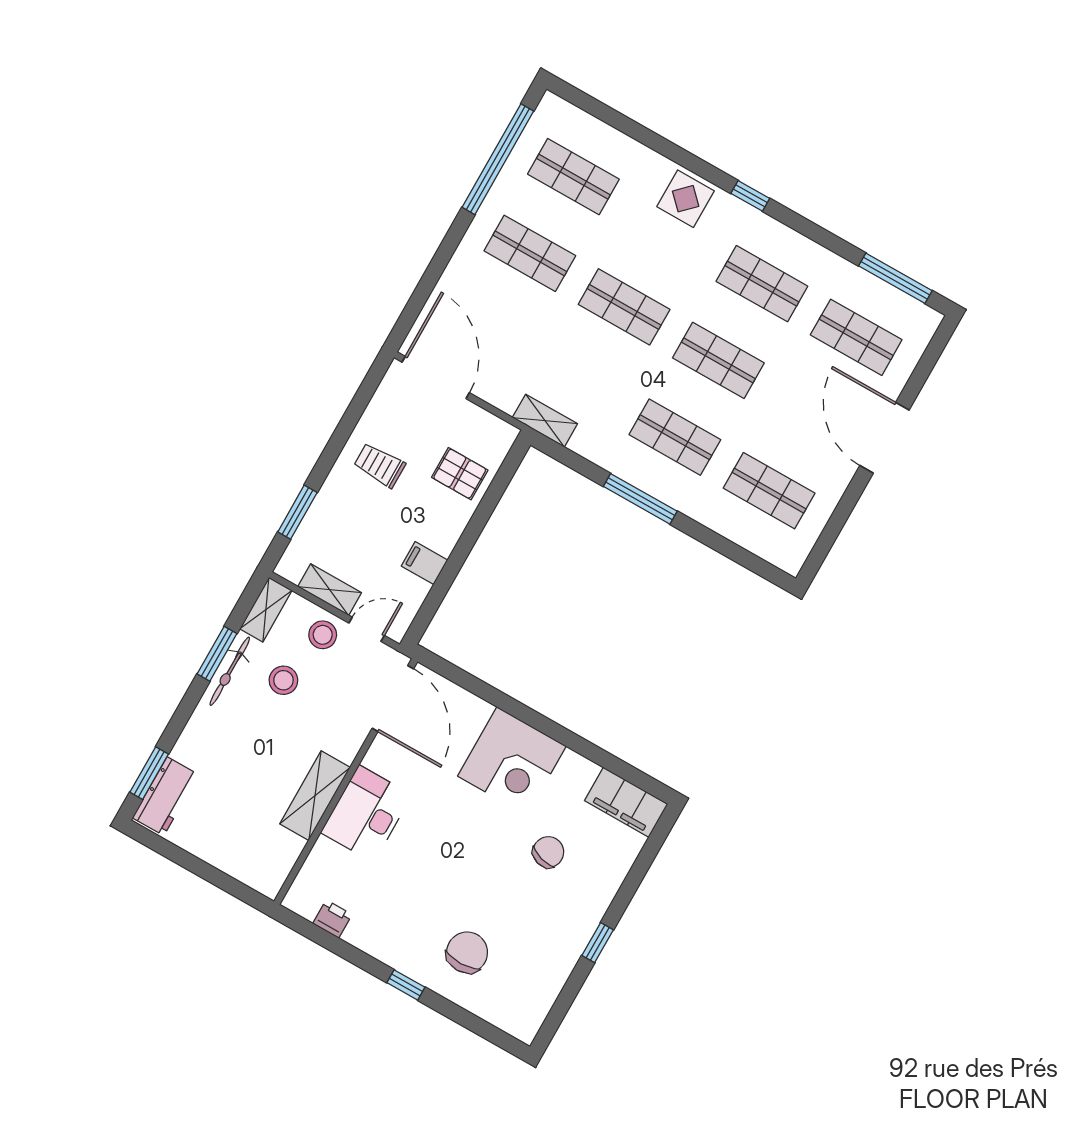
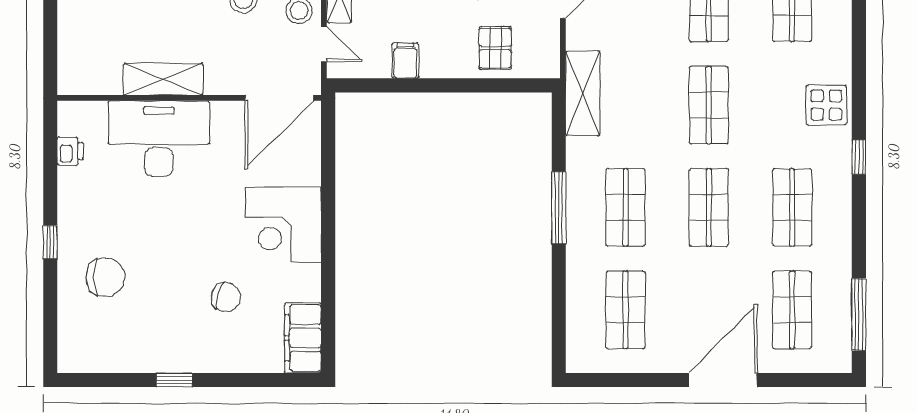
shelving: (545, 421) -> (583, 93), width x1.50, depth x1.33
desk: (366, 814) -> (159, 139), width x1.36, depth x1.30

